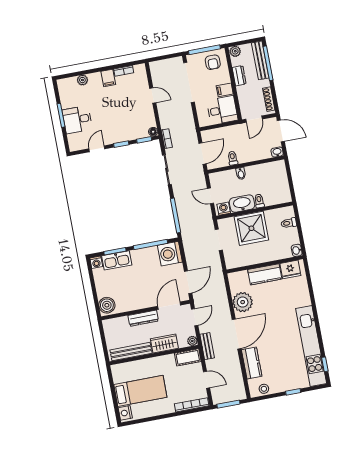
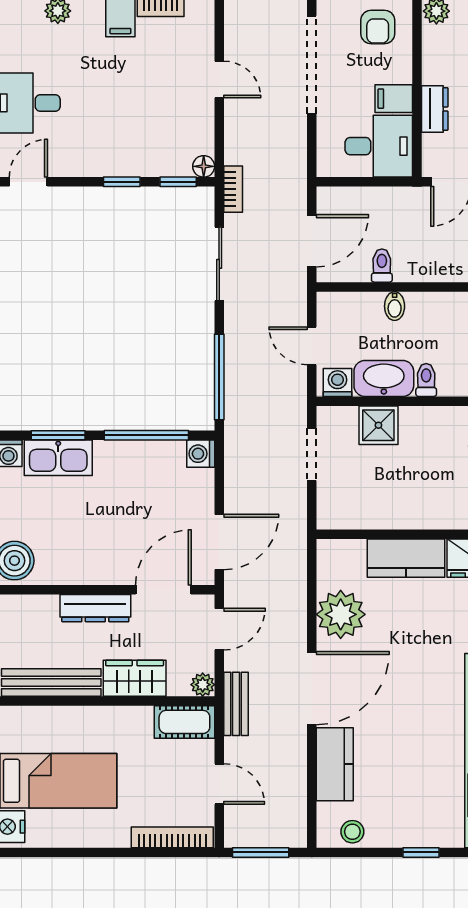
dresser: (239, 76) -> (435, 109), moved
door: (97, 149) -> (28, 182), moved
shower: (251, 228) -> (378, 425), width x0.54, depth x0.54
washing machine: (170, 254) -> (201, 454), width x0.53, depth x0.53

